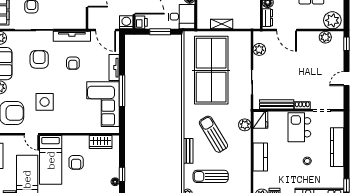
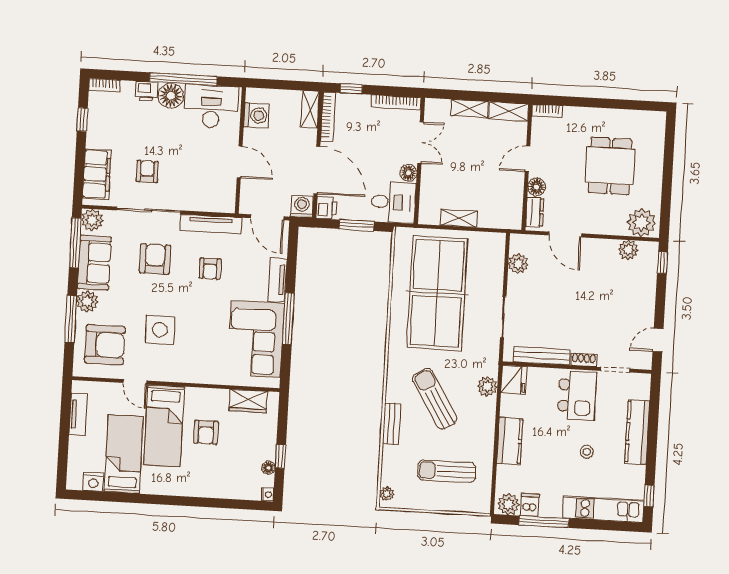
door: (346, 79) -> (658, 340), moved
kitchen island: (299, 127) -> (577, 396), turned 180
sun lounger: (211, 176) -> (447, 471), moved

